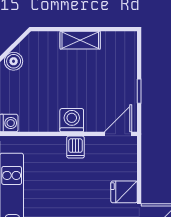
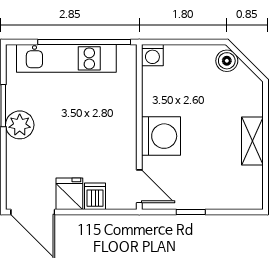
washing machine: (72, 120) -> (161, 136), width x1.37, depth x1.37
dishwasher: (76, 147) -> (95, 196), moved, turned 90

